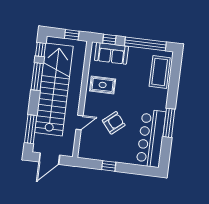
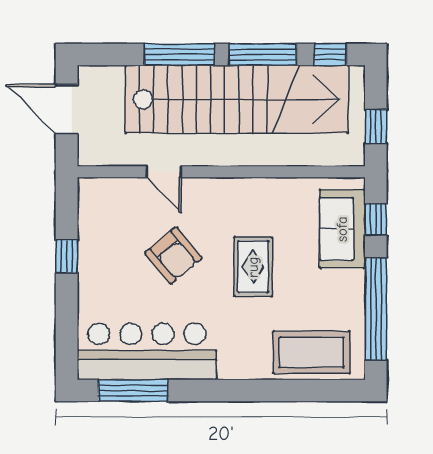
rug: (103, 85) -> (253, 267), moved
window: (169, 123) -> (133, 390), moved
window: (31, 129) -> (179, 55), moved

